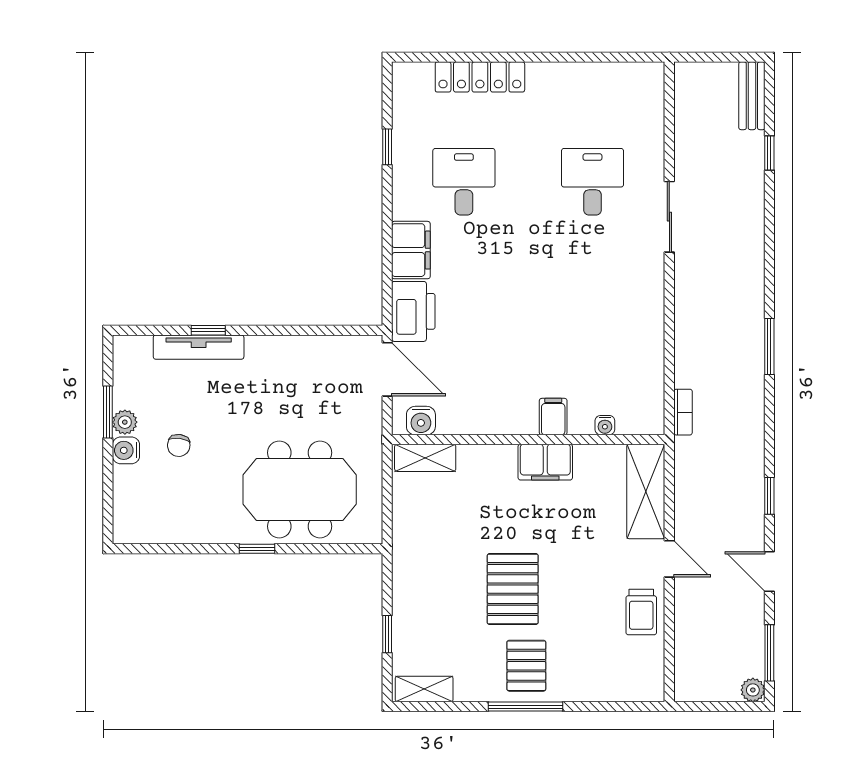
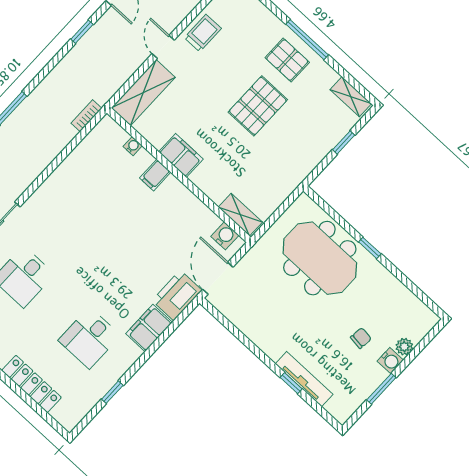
plant: (125, 422) -> (404, 347), moved
pallet: (526, 666) -> (287, 60), turned 90

